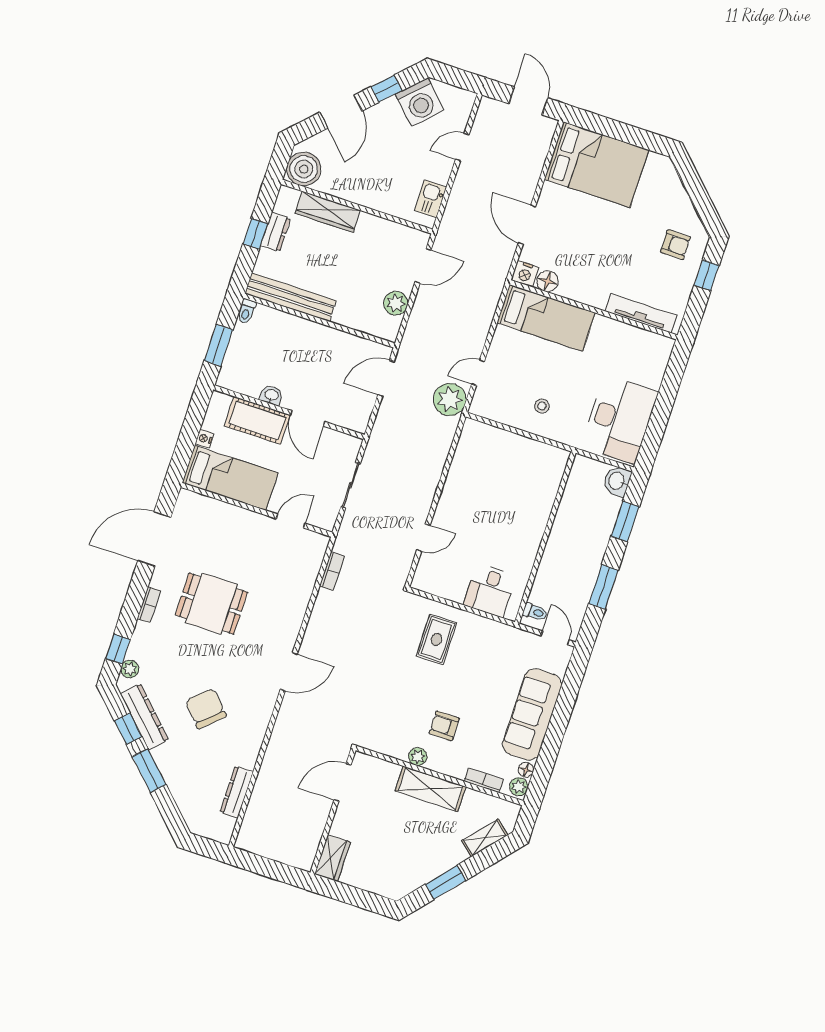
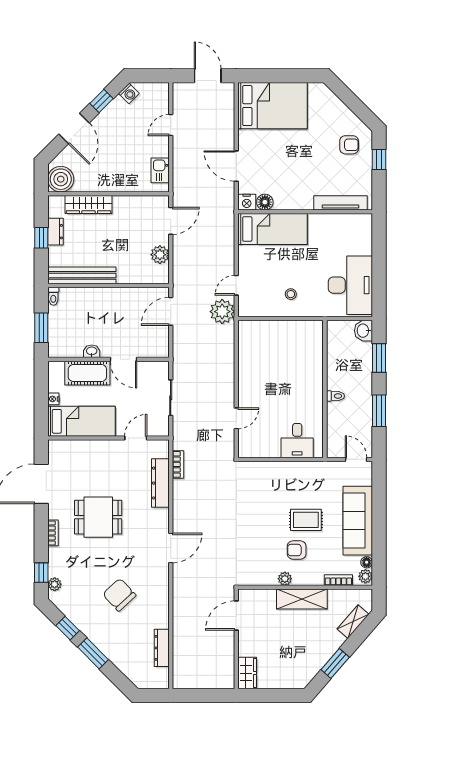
washing machine: (420, 102) -> (129, 93), width x0.53, depth x0.53
toilet: (535, 612) -> (335, 396), moved
rug: (436, 639) -> (306, 520), moved, turned 90
dresser: (144, 717) -> (160, 483), moved, turned -135

